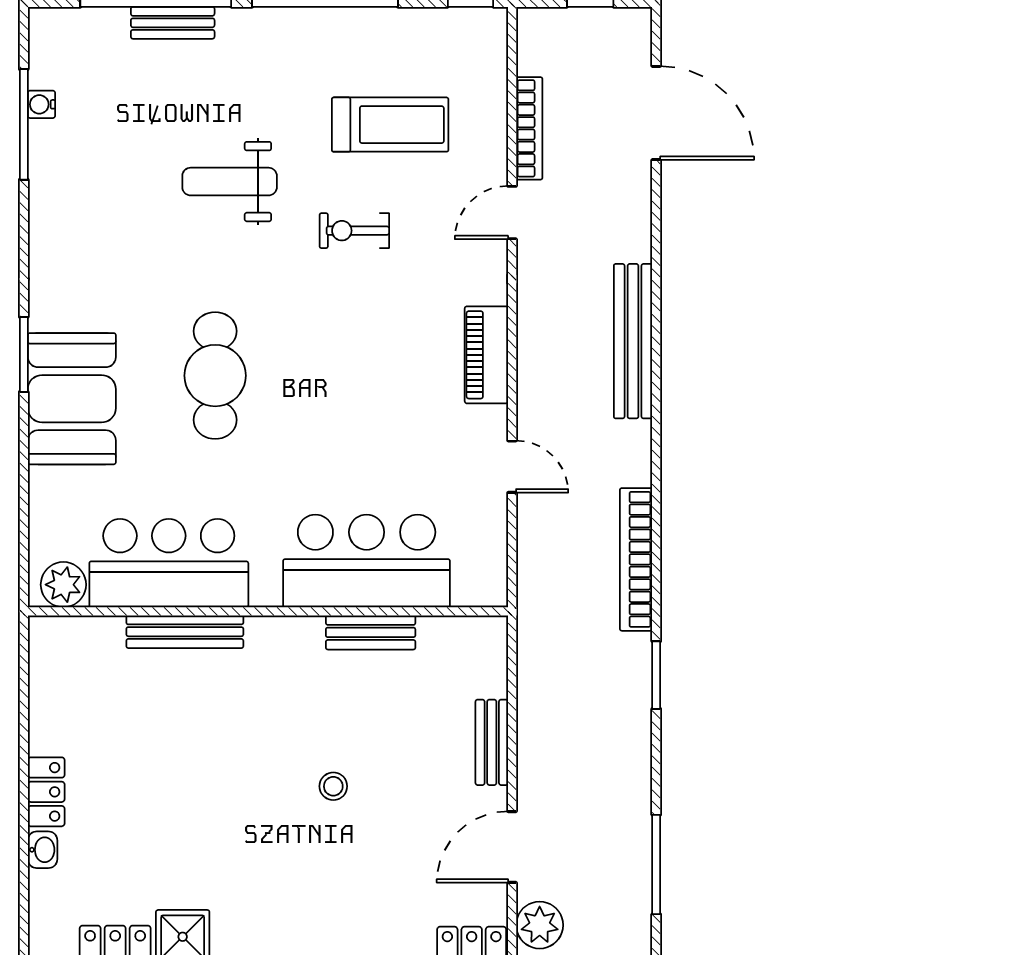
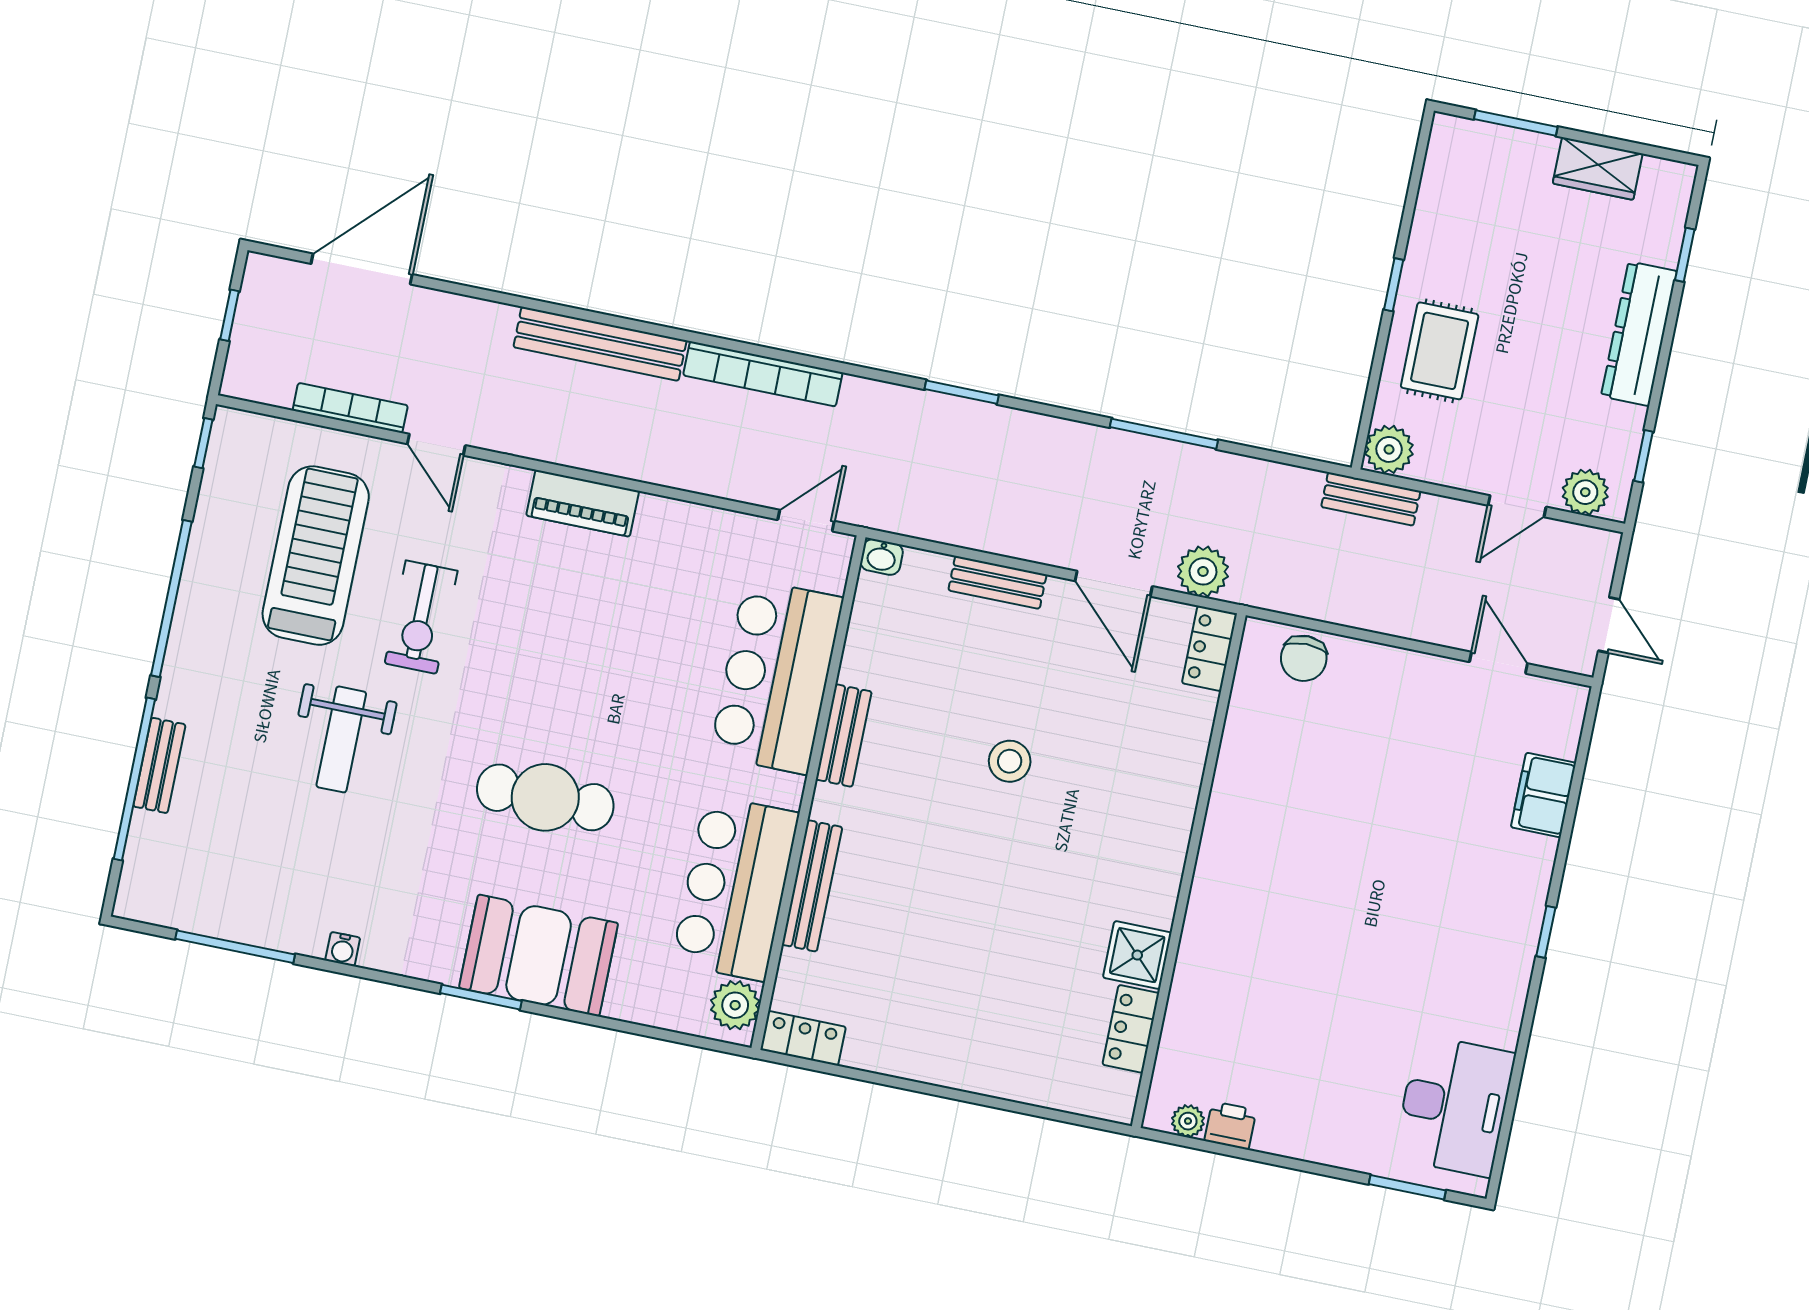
water cooler: (41, 104) -> (343, 949), moved
treadmill: (390, 125) -> (316, 556), width x1.37, depth x1.38
exercise bike: (354, 231) -> (421, 617), width x1.38, depth x1.39
door: (512, 467) -> (806, 521), moved
bookcase: (636, 559) -> (763, 374), moved
bench: (371, 632) -> (844, 736), moved
stool: (333, 786) -> (1010, 761), width x1.37, depth x1.37
locker: (46, 792) -> (803, 1038), moved
washbasin: (43, 850) -> (882, 557), moved, turned 180

